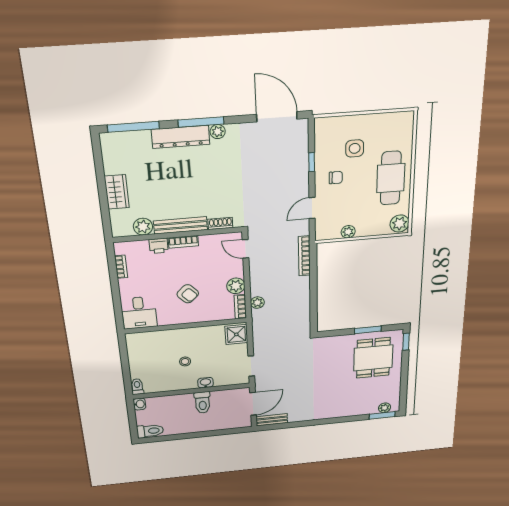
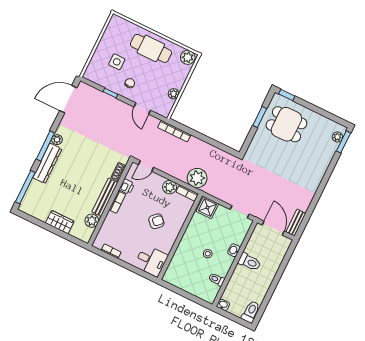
printer: (159, 246) -> (127, 187), moved
plant: (257, 303) -> (197, 178), width x1.88, depth x1.88
toilet: (137, 387) -> (217, 279), moved

